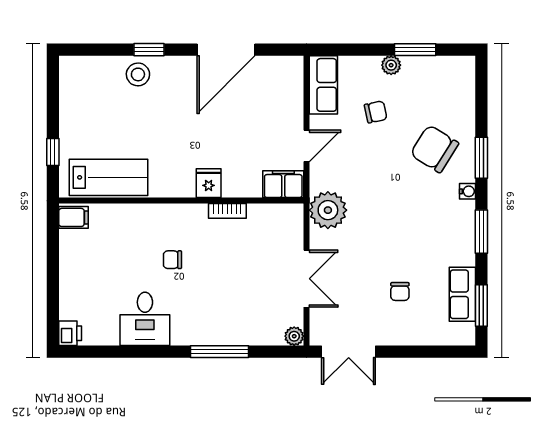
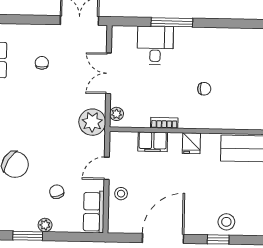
stool: (286, 111) -> (121, 194), added
chair: (376, 112) -> (57, 192), turned 84
fridge: (209, 183) -> (191, 143), moved
filing cabinet: (283, 184) -> (153, 142), moved
desk: (145, 319) -> (155, 45), moved
plant: (294, 336) -> (117, 114), moved

